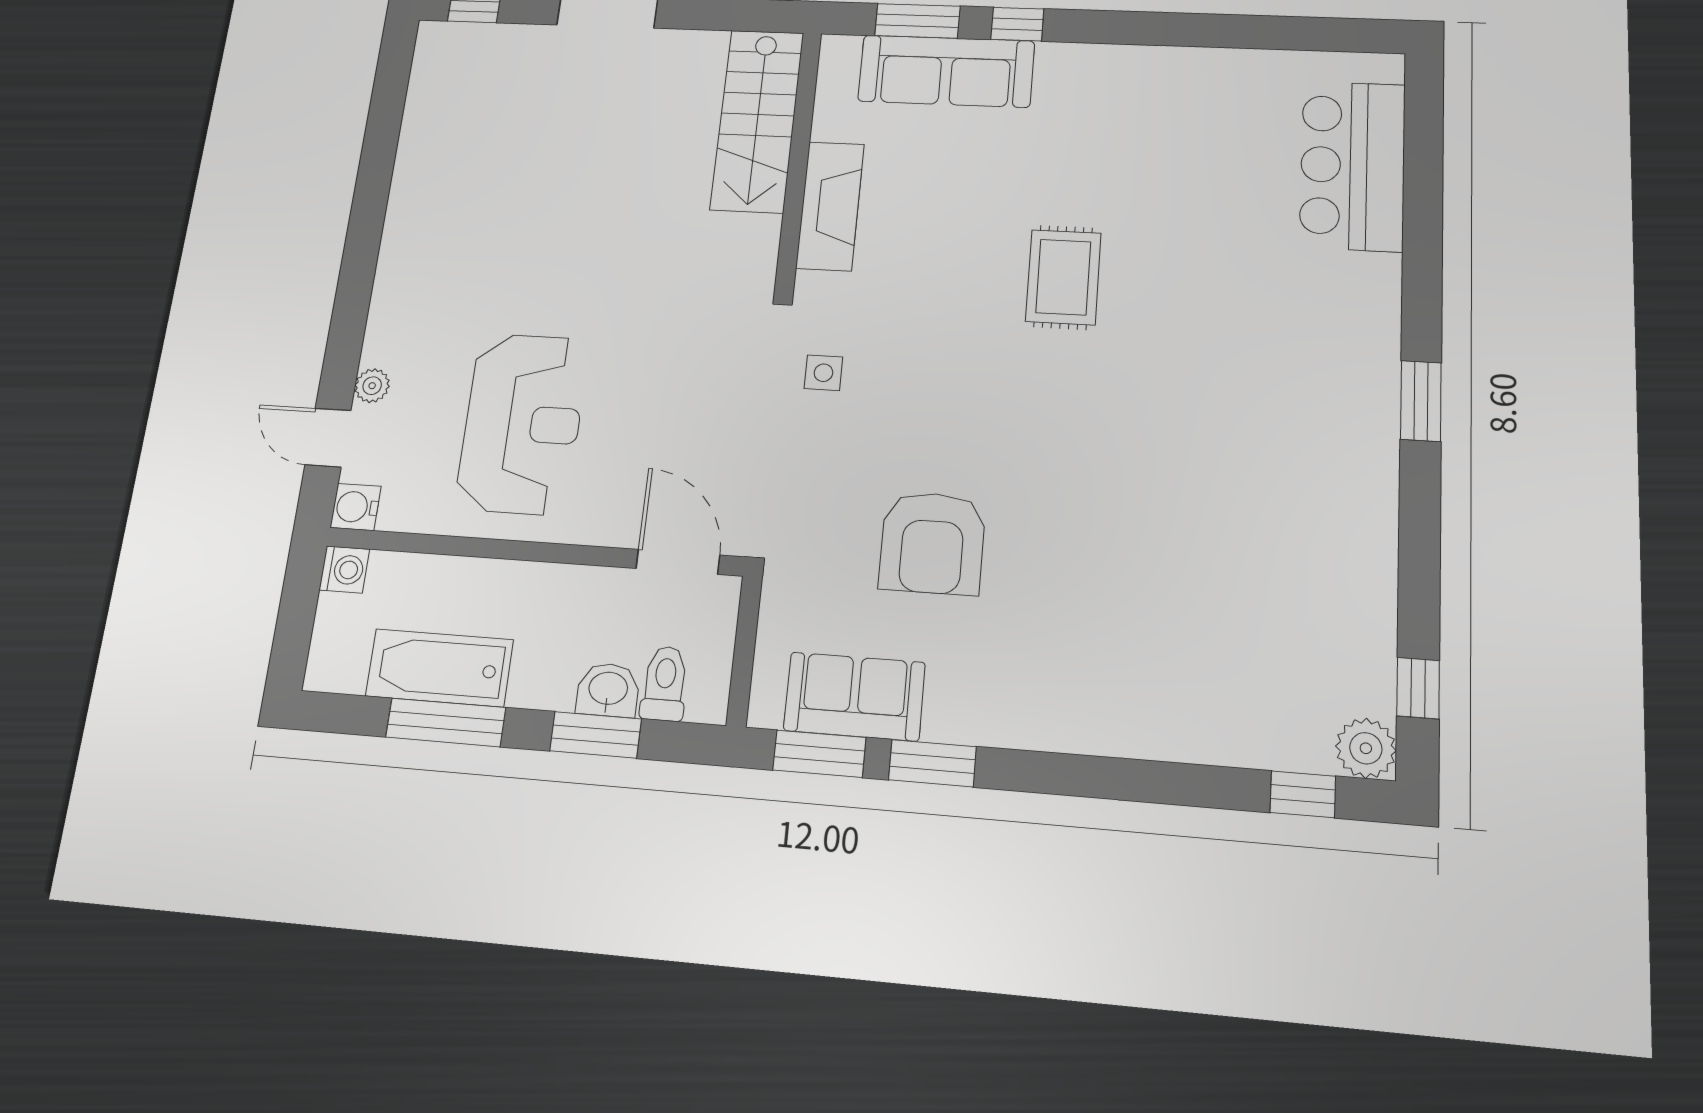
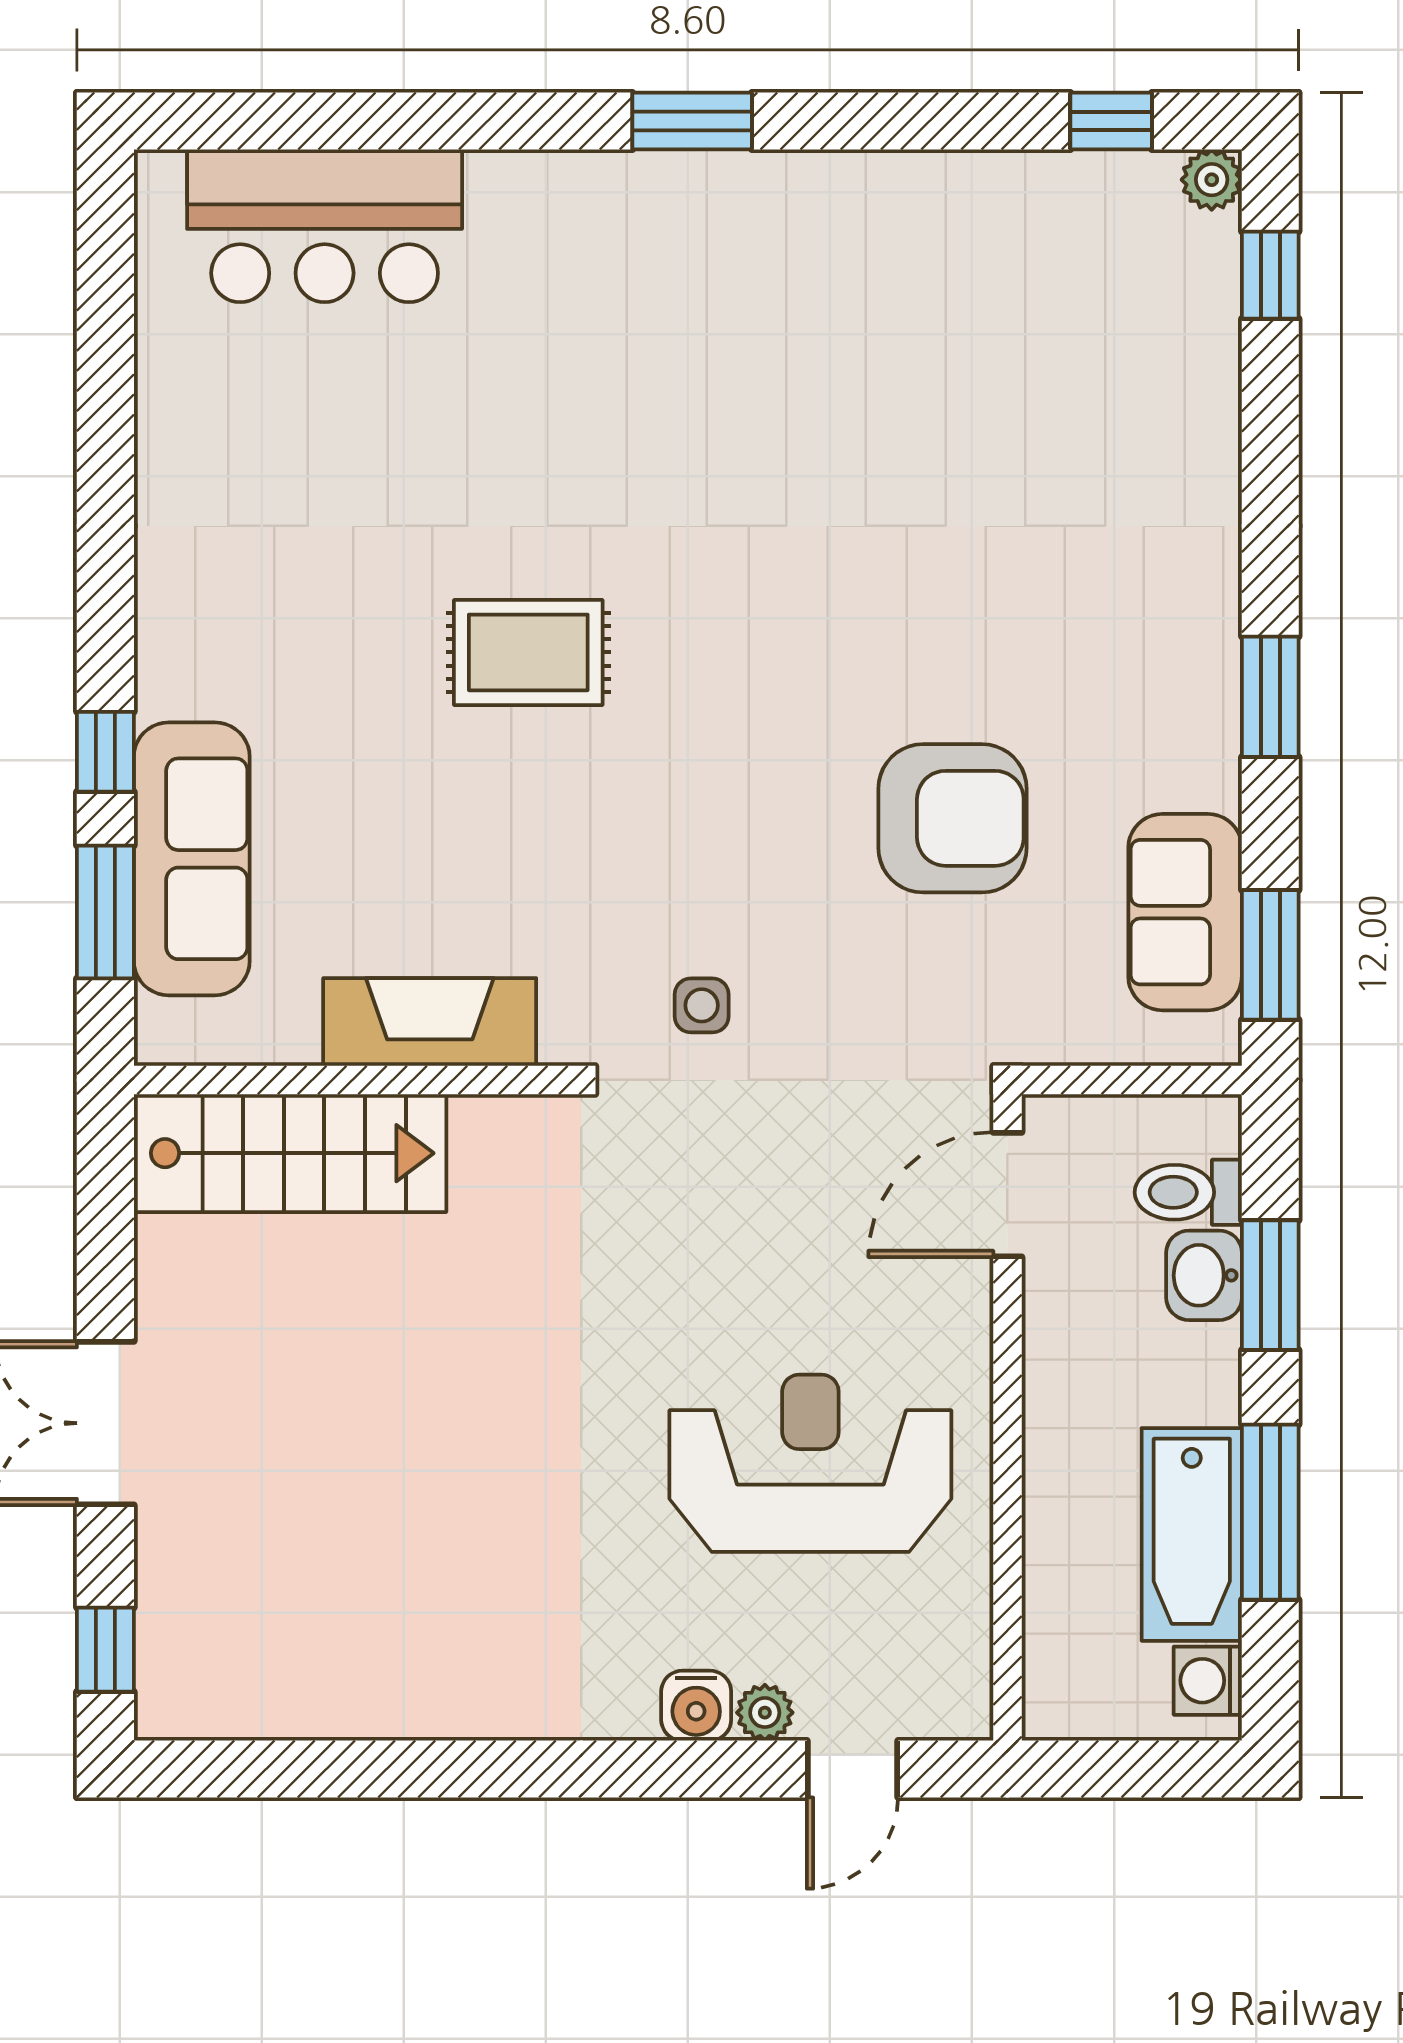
water cooler: (356, 507) -> (696, 1706), moved
washing machine: (344, 570) -> (1208, 1681), moved, turned -90
plant: (1366, 748) -> (1212, 180), width x0.73, depth x0.73
window: (932, 763) -> (1270, 697), moved

